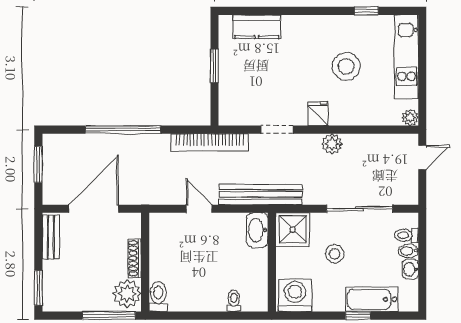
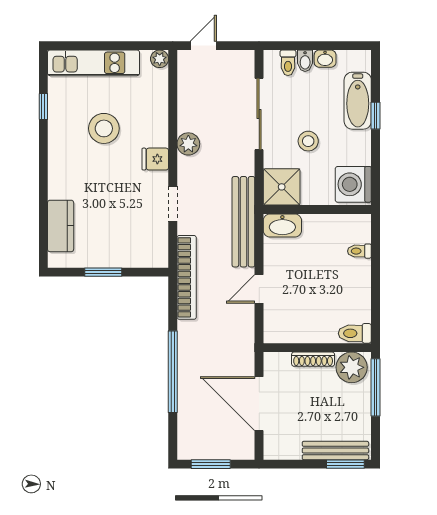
door: (422, 158) -> (203, 46), hinge flipped
bench: (51, 237) -> (335, 451), moved, width x1.36

